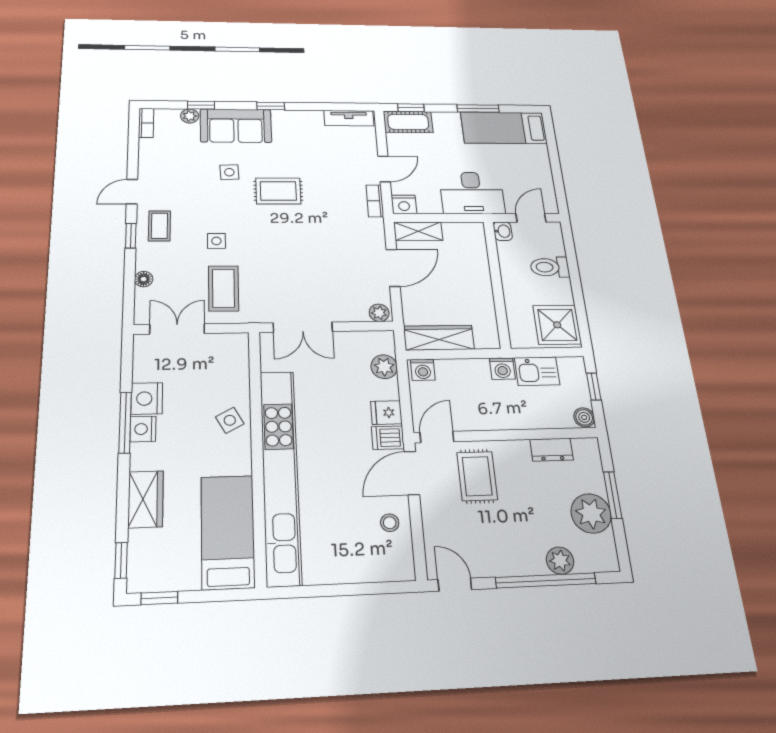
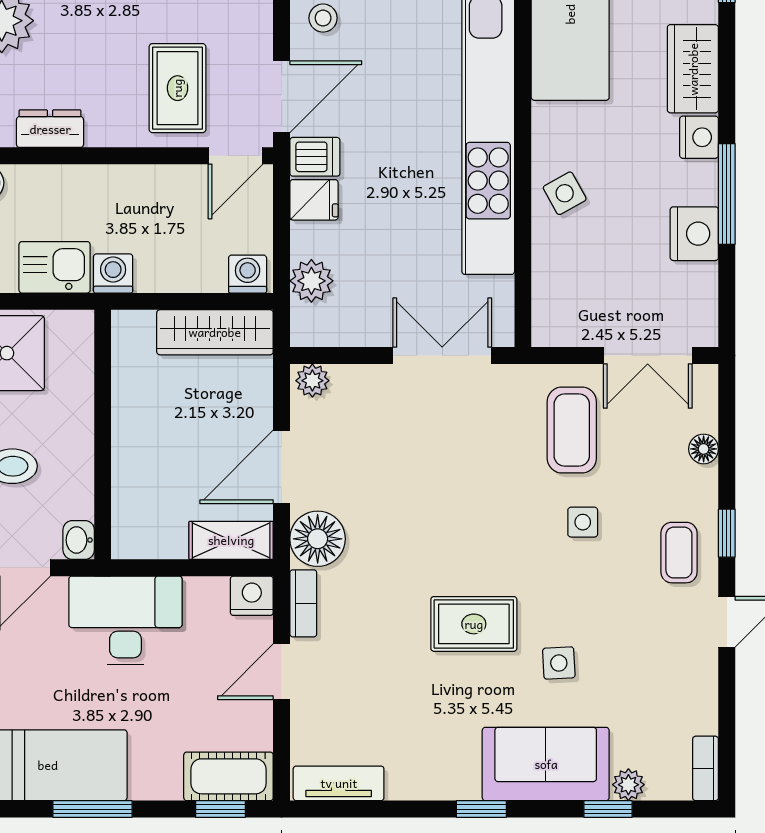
floor lamp: (369, 232) -> (318, 539), added
nightstand: (143, 429) -> (699, 137), moved

